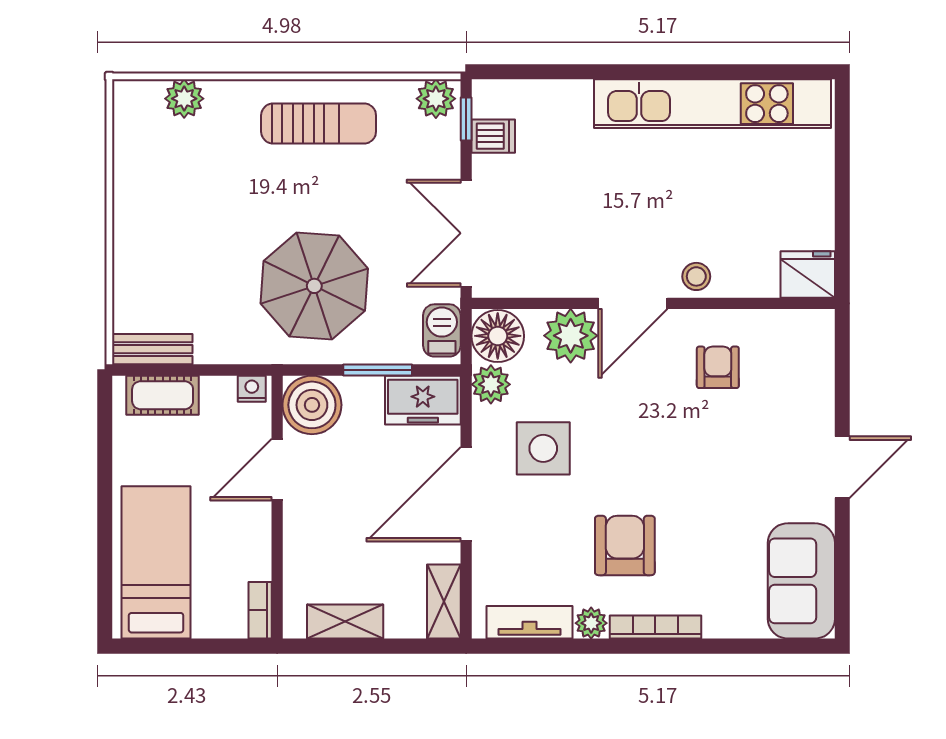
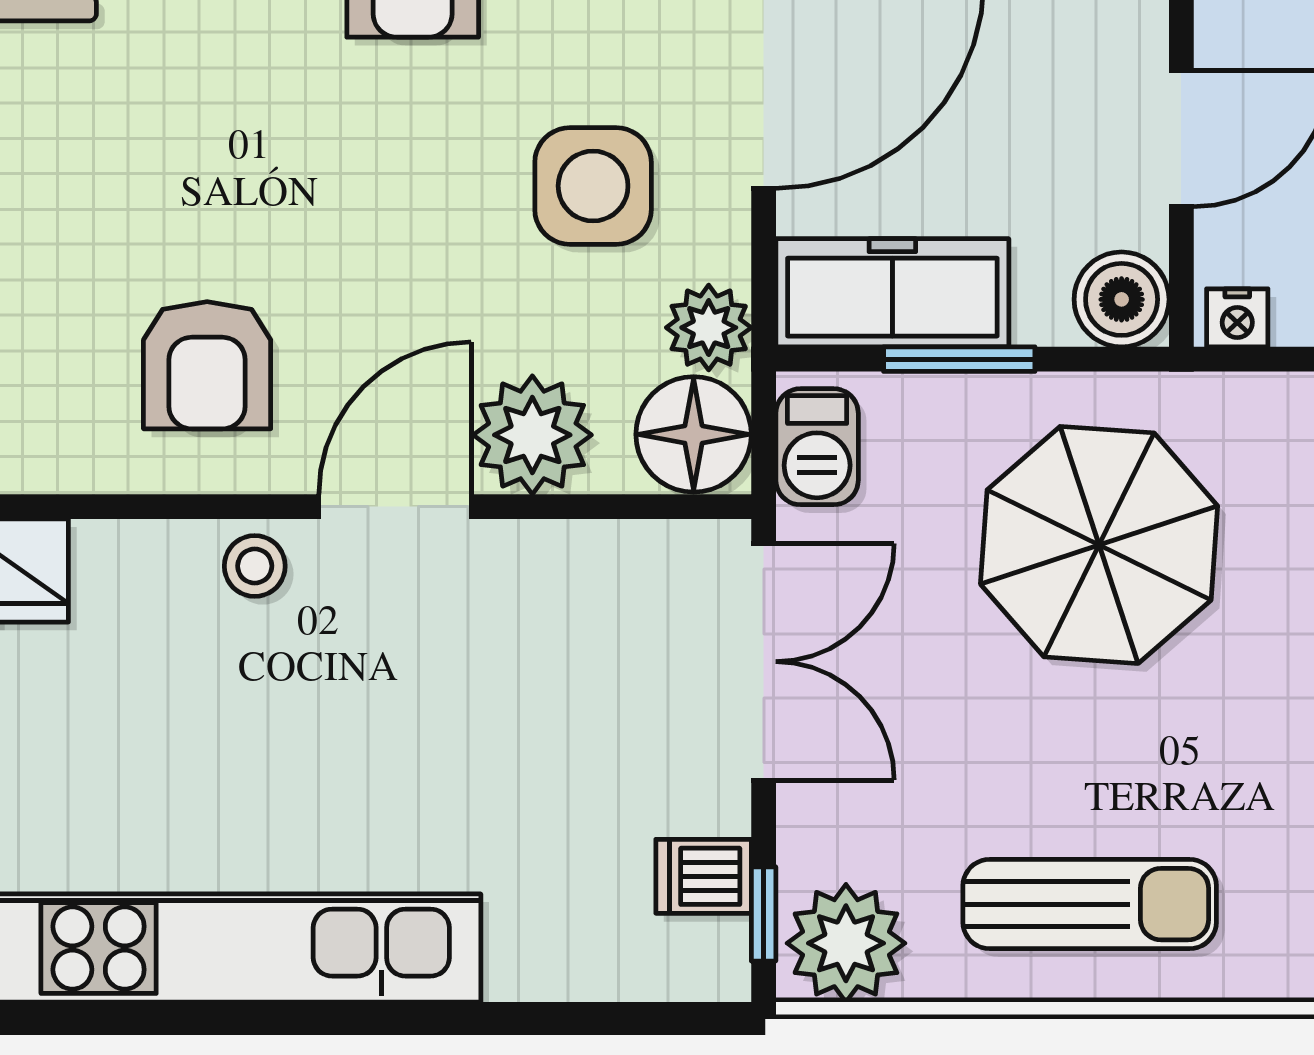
plant: (436, 99) -> (846, 943), width x1.36, depth x1.36
sun lounger: (319, 124) -> (1090, 904), turned 180
armchair: (718, 367) -> (207, 365), width x1.38, depth x1.38
freezer: (423, 400) -> (892, 293), width x1.40
boiler: (312, 405) -> (1122, 299), width x0.73, depth x0.73

